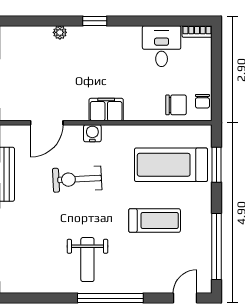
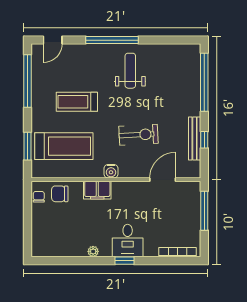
plant: (60, 32) -> (93, 251), moved
bookcase: (197, 32) -> (177, 252), moved, width x1.56
desk: (162, 46) -> (128, 241), moved
filing cabinet: (106, 110) -> (97, 190), moved
water cooler: (92, 133) -> (111, 171), moved

